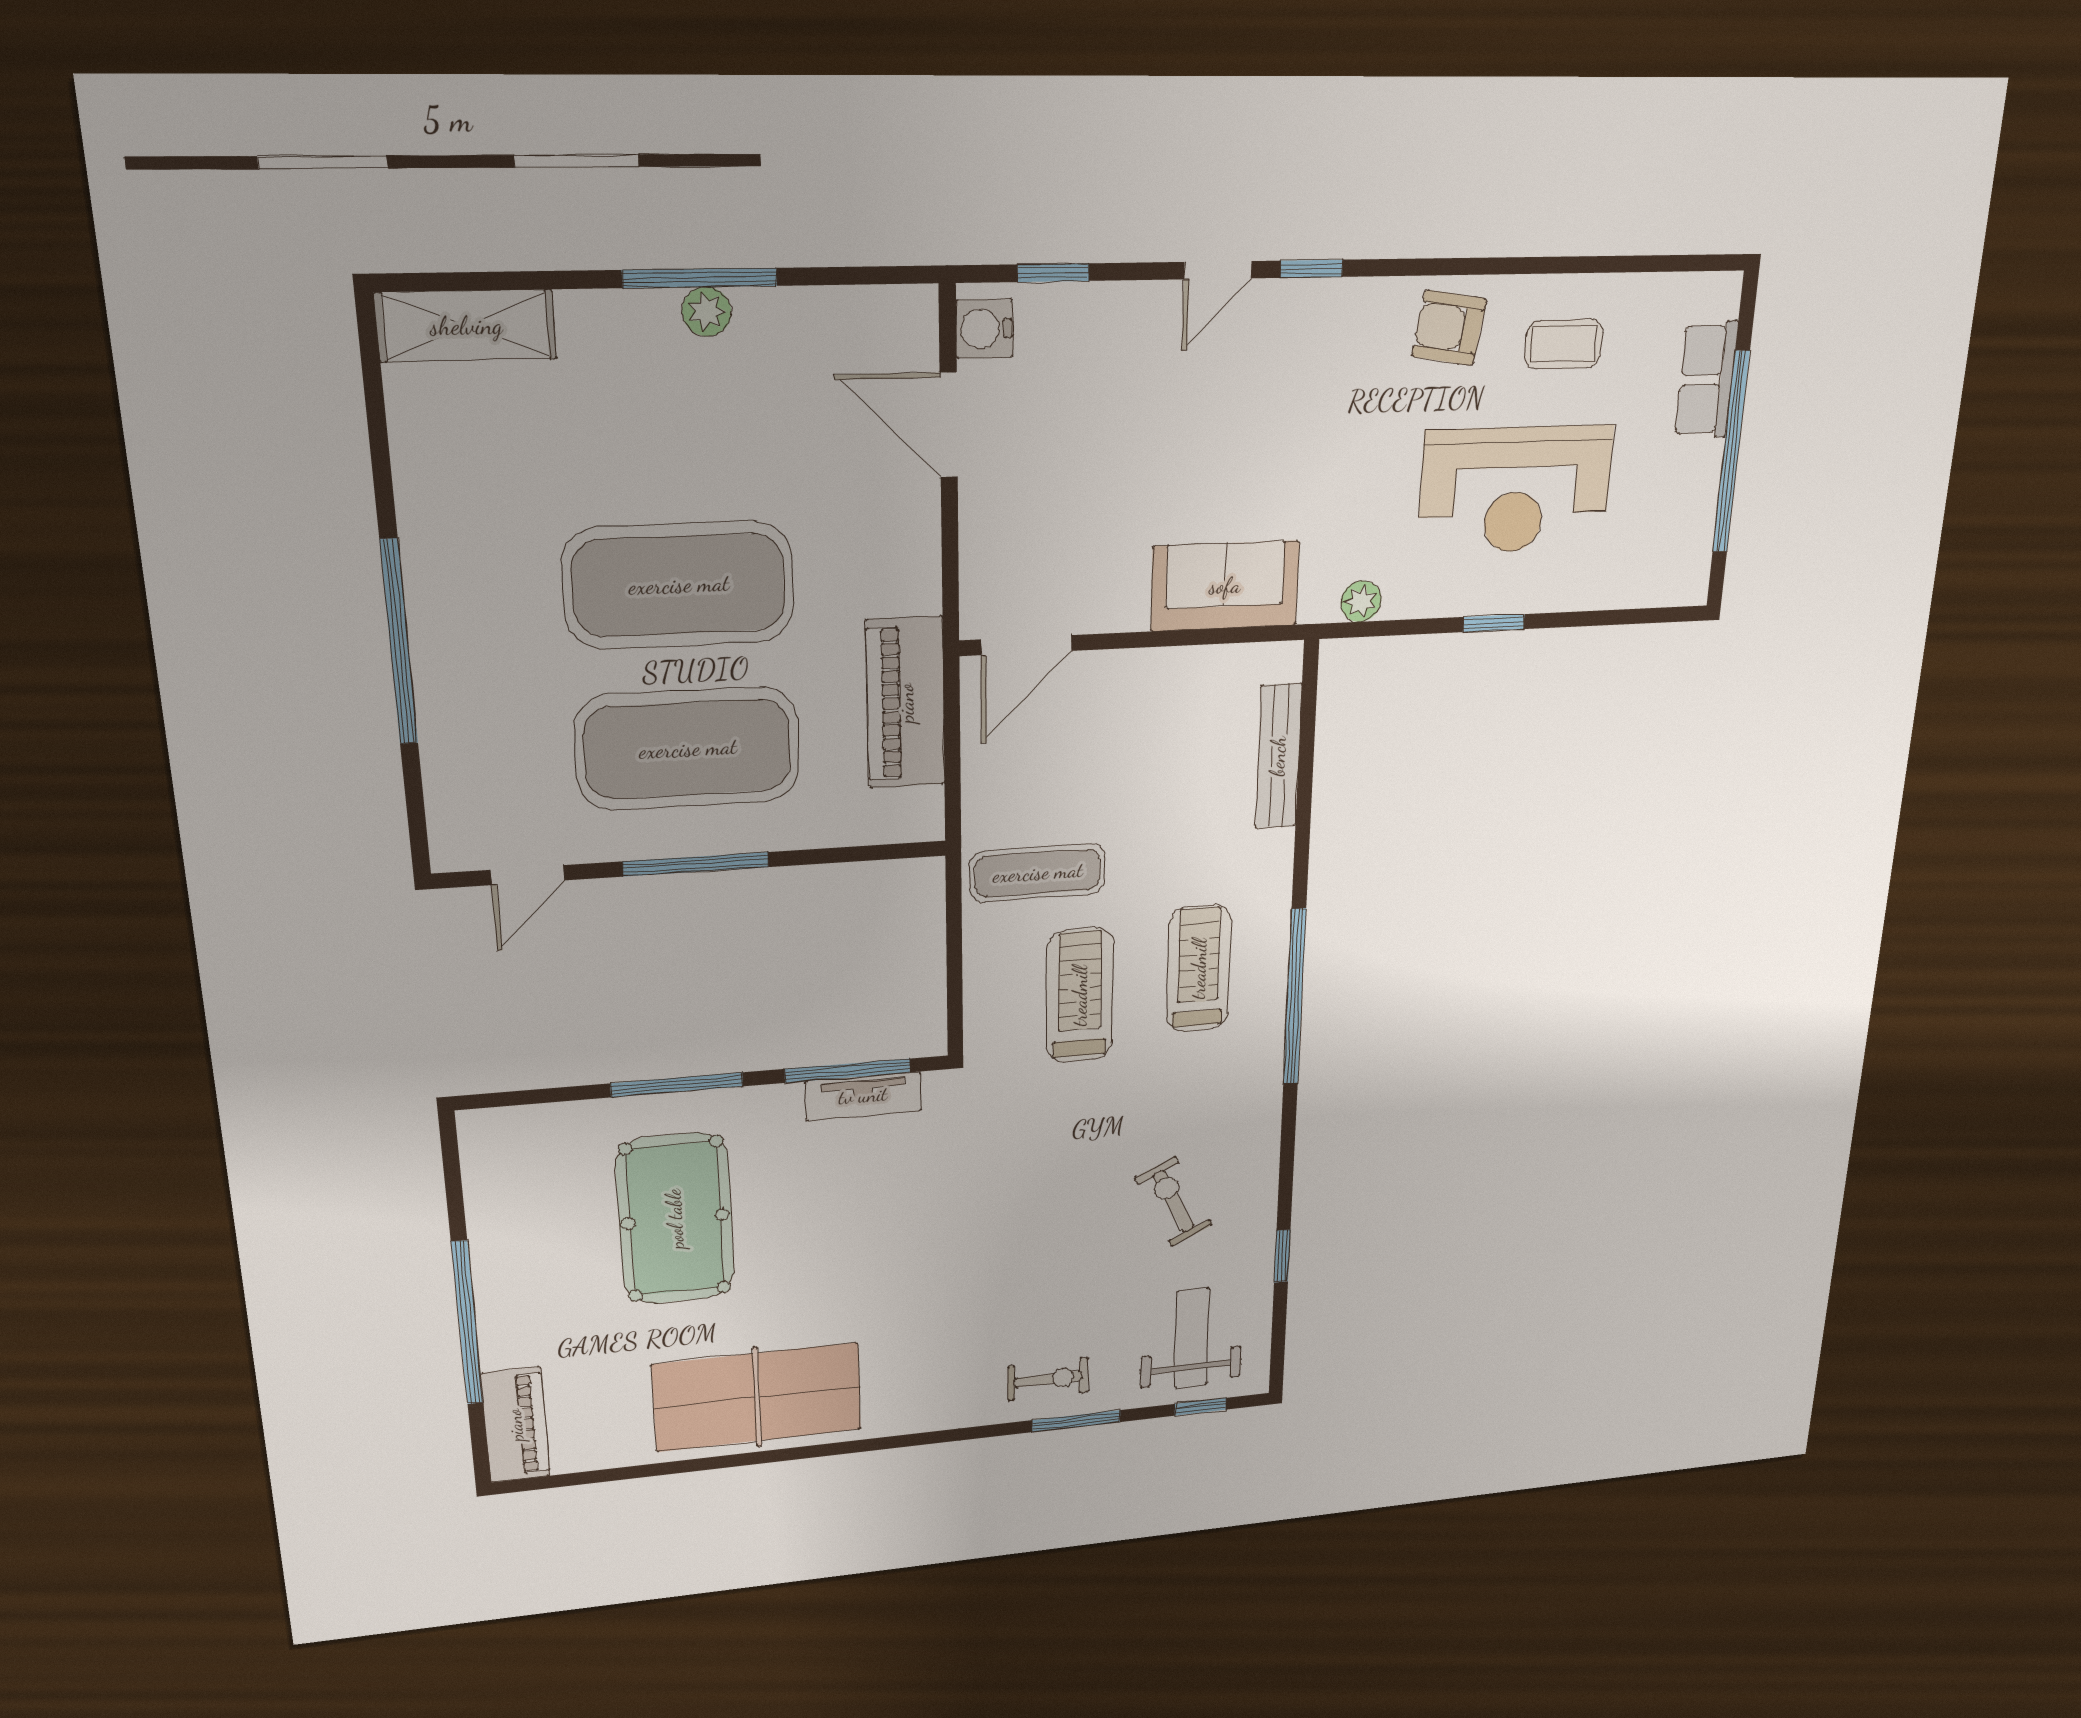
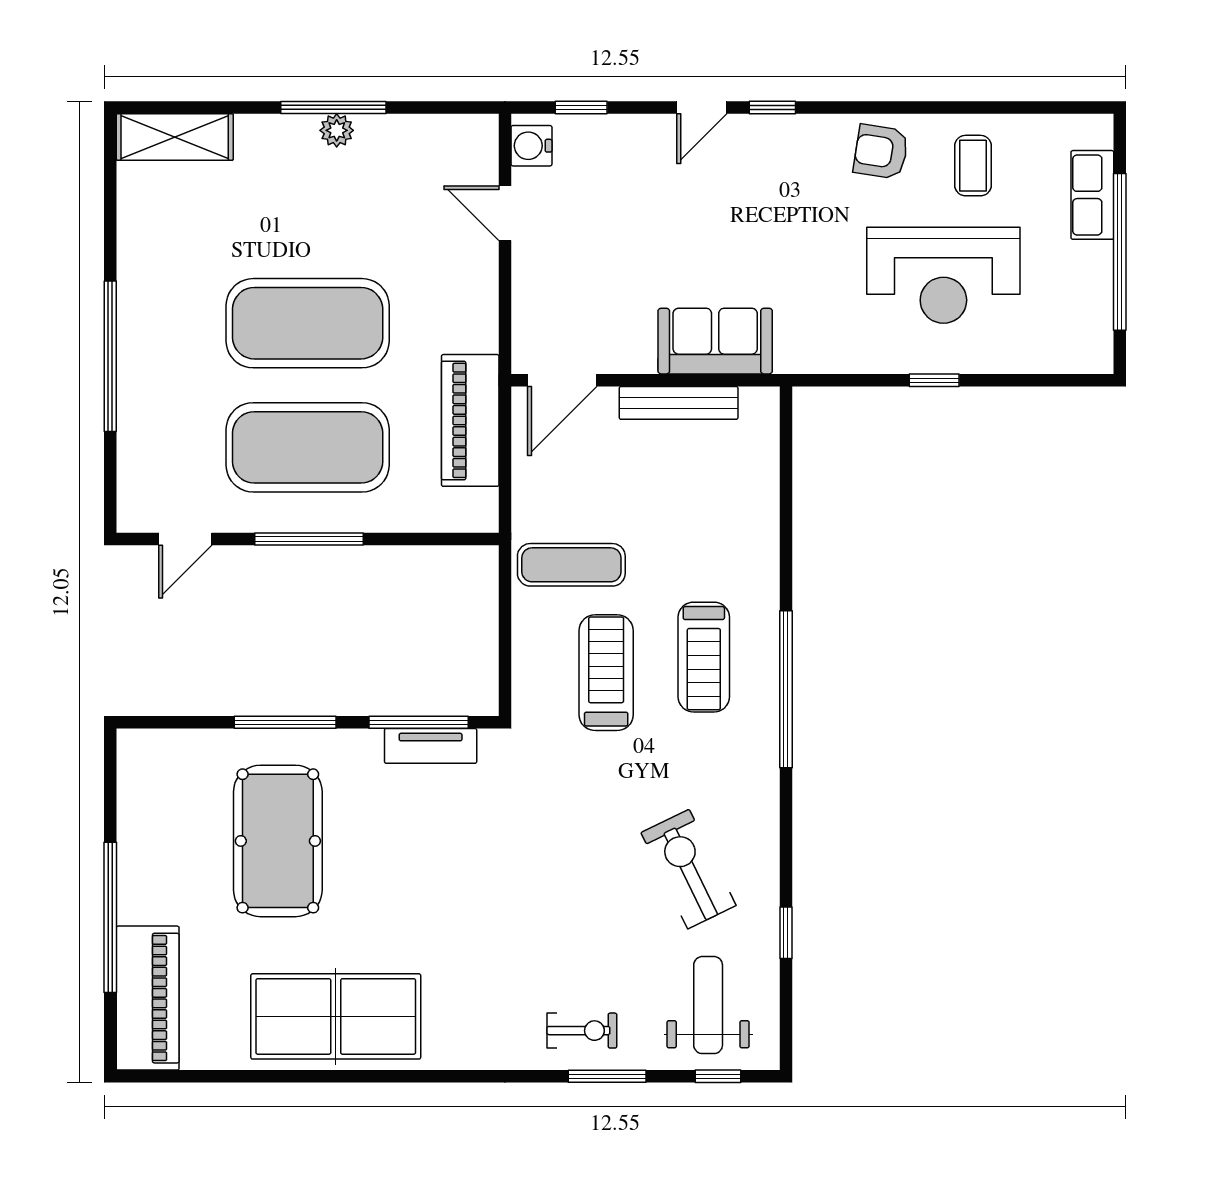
coffee table: (1564, 344) -> (973, 166), turned 90
door: (949, 425) -> (505, 213), width x0.73
plant: (1361, 601) -> (824, 358), removed
bench: (1278, 756) -> (679, 403), moved, turned 90
treadmill: (1199, 969) -> (704, 657), turned 180
exercise bike: (1174, 1201) -> (688, 869), width x1.38, depth x1.39
piano: (515, 1425) -> (148, 998), width x1.37, depth x1.33

